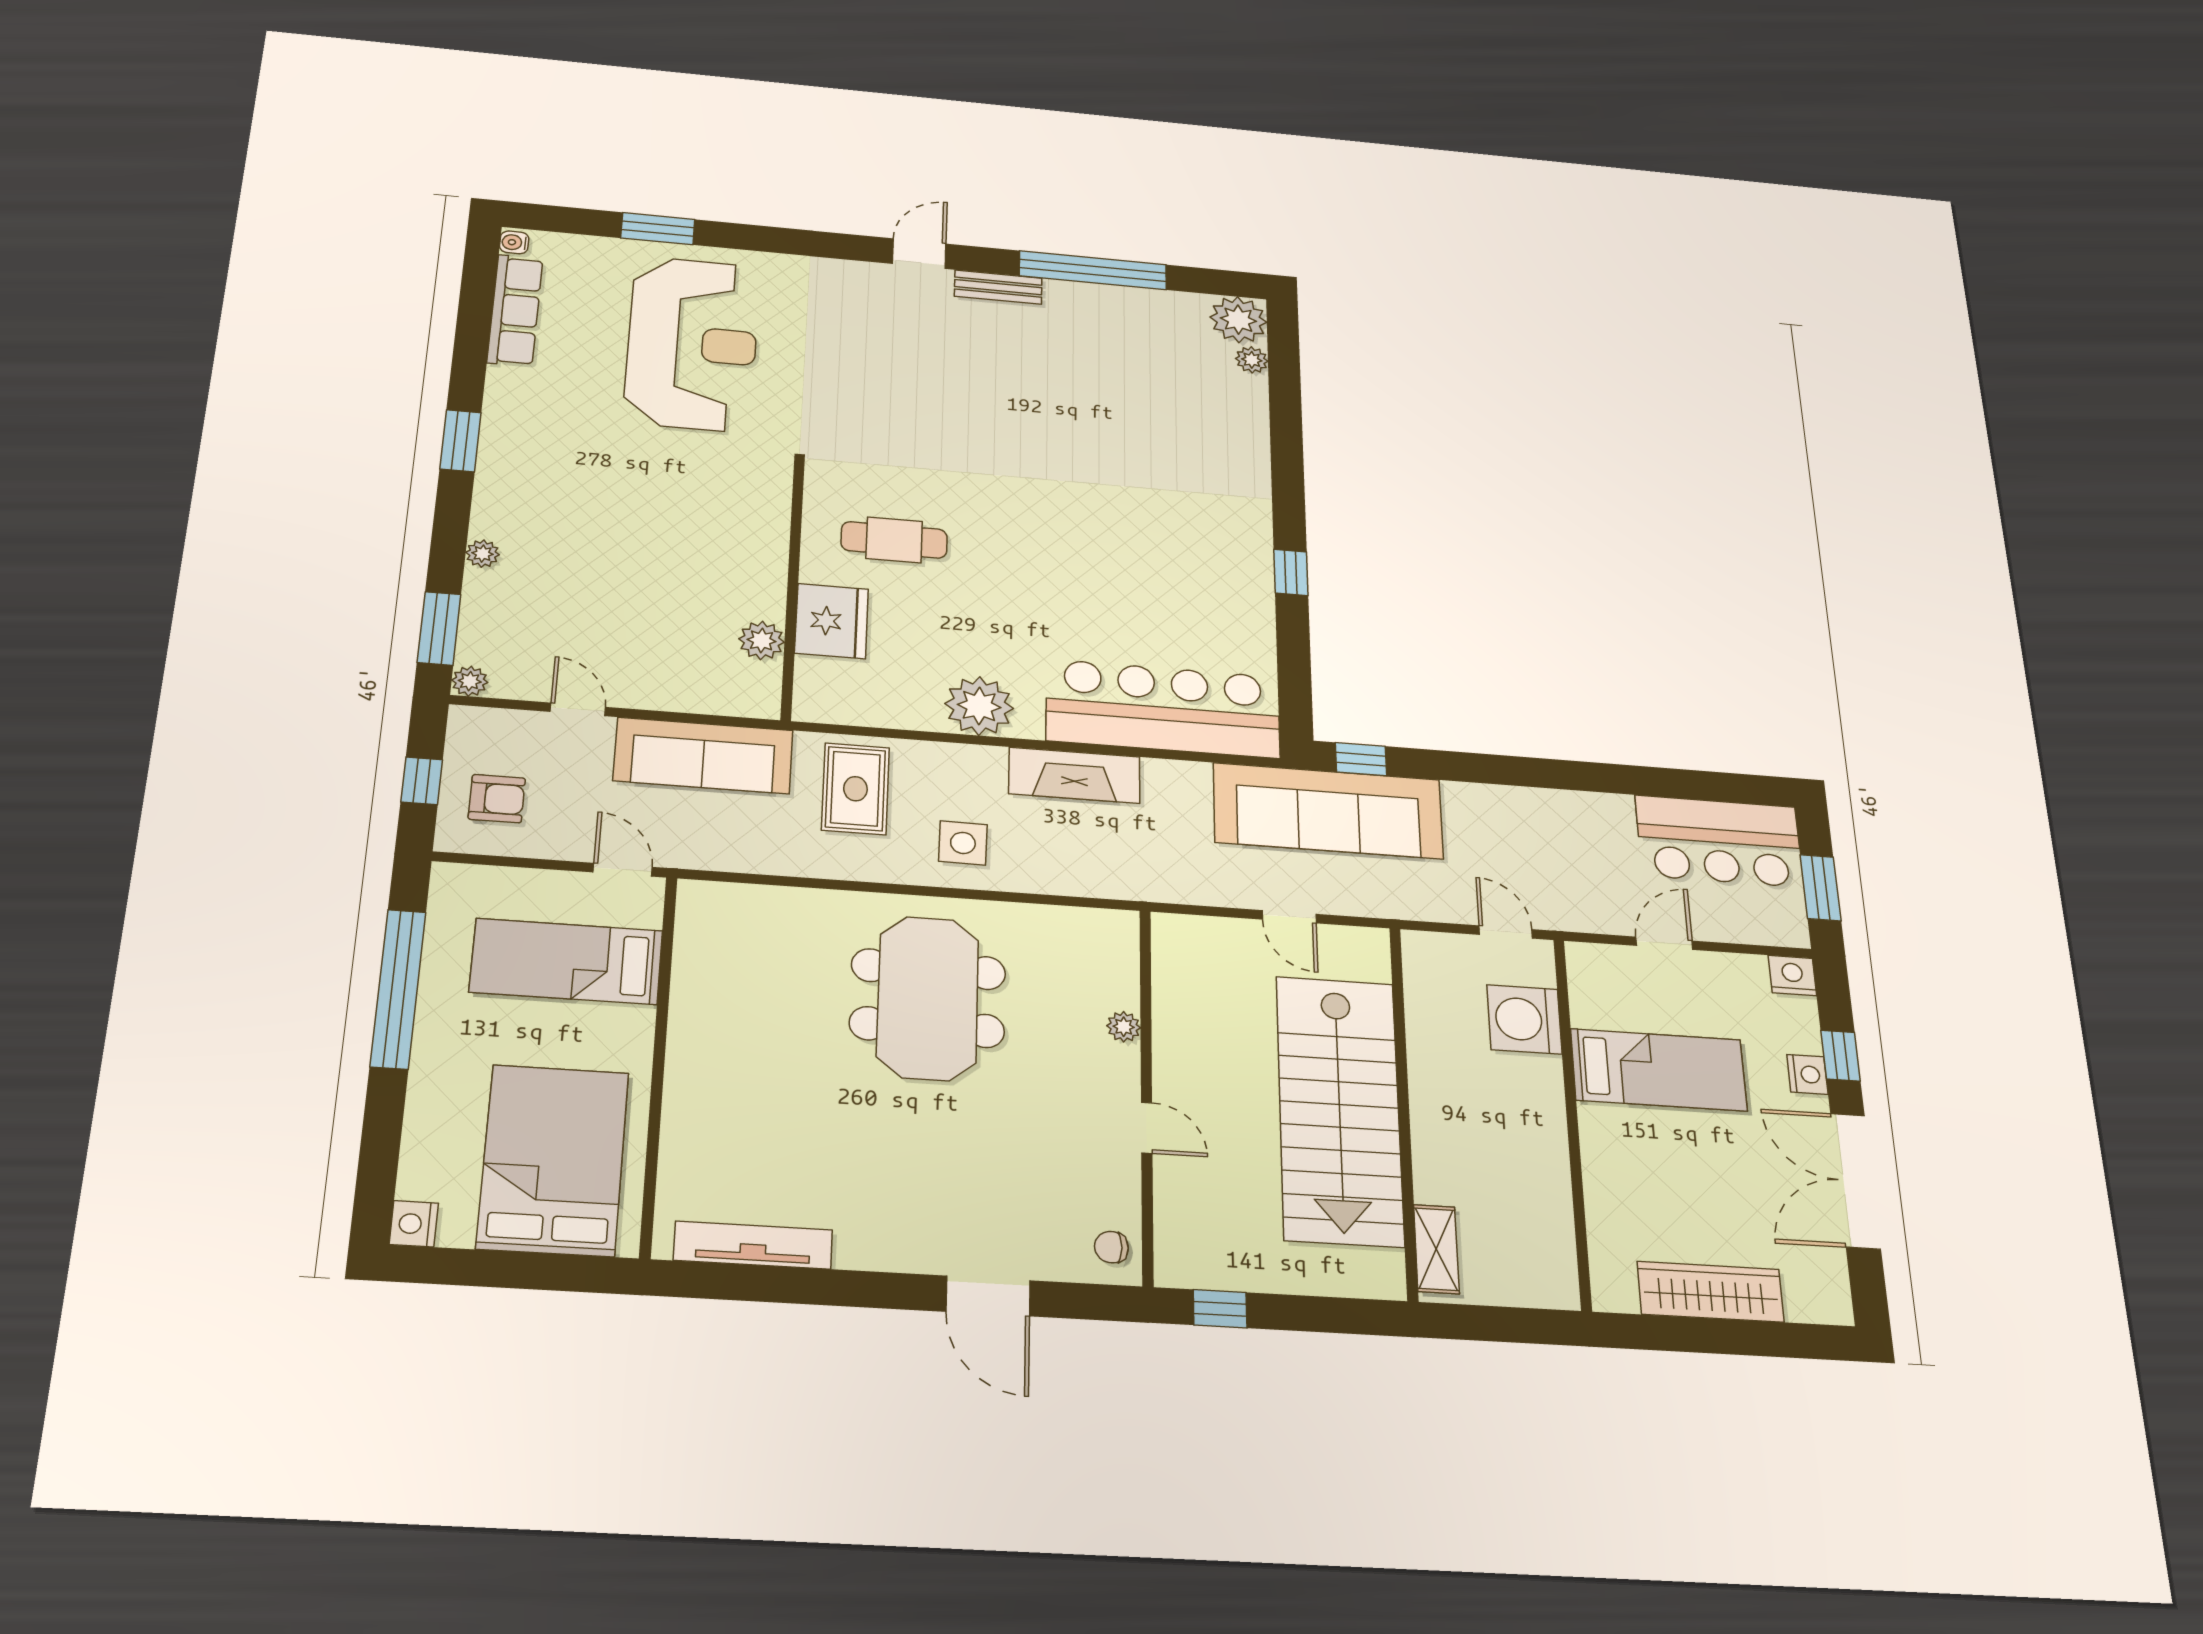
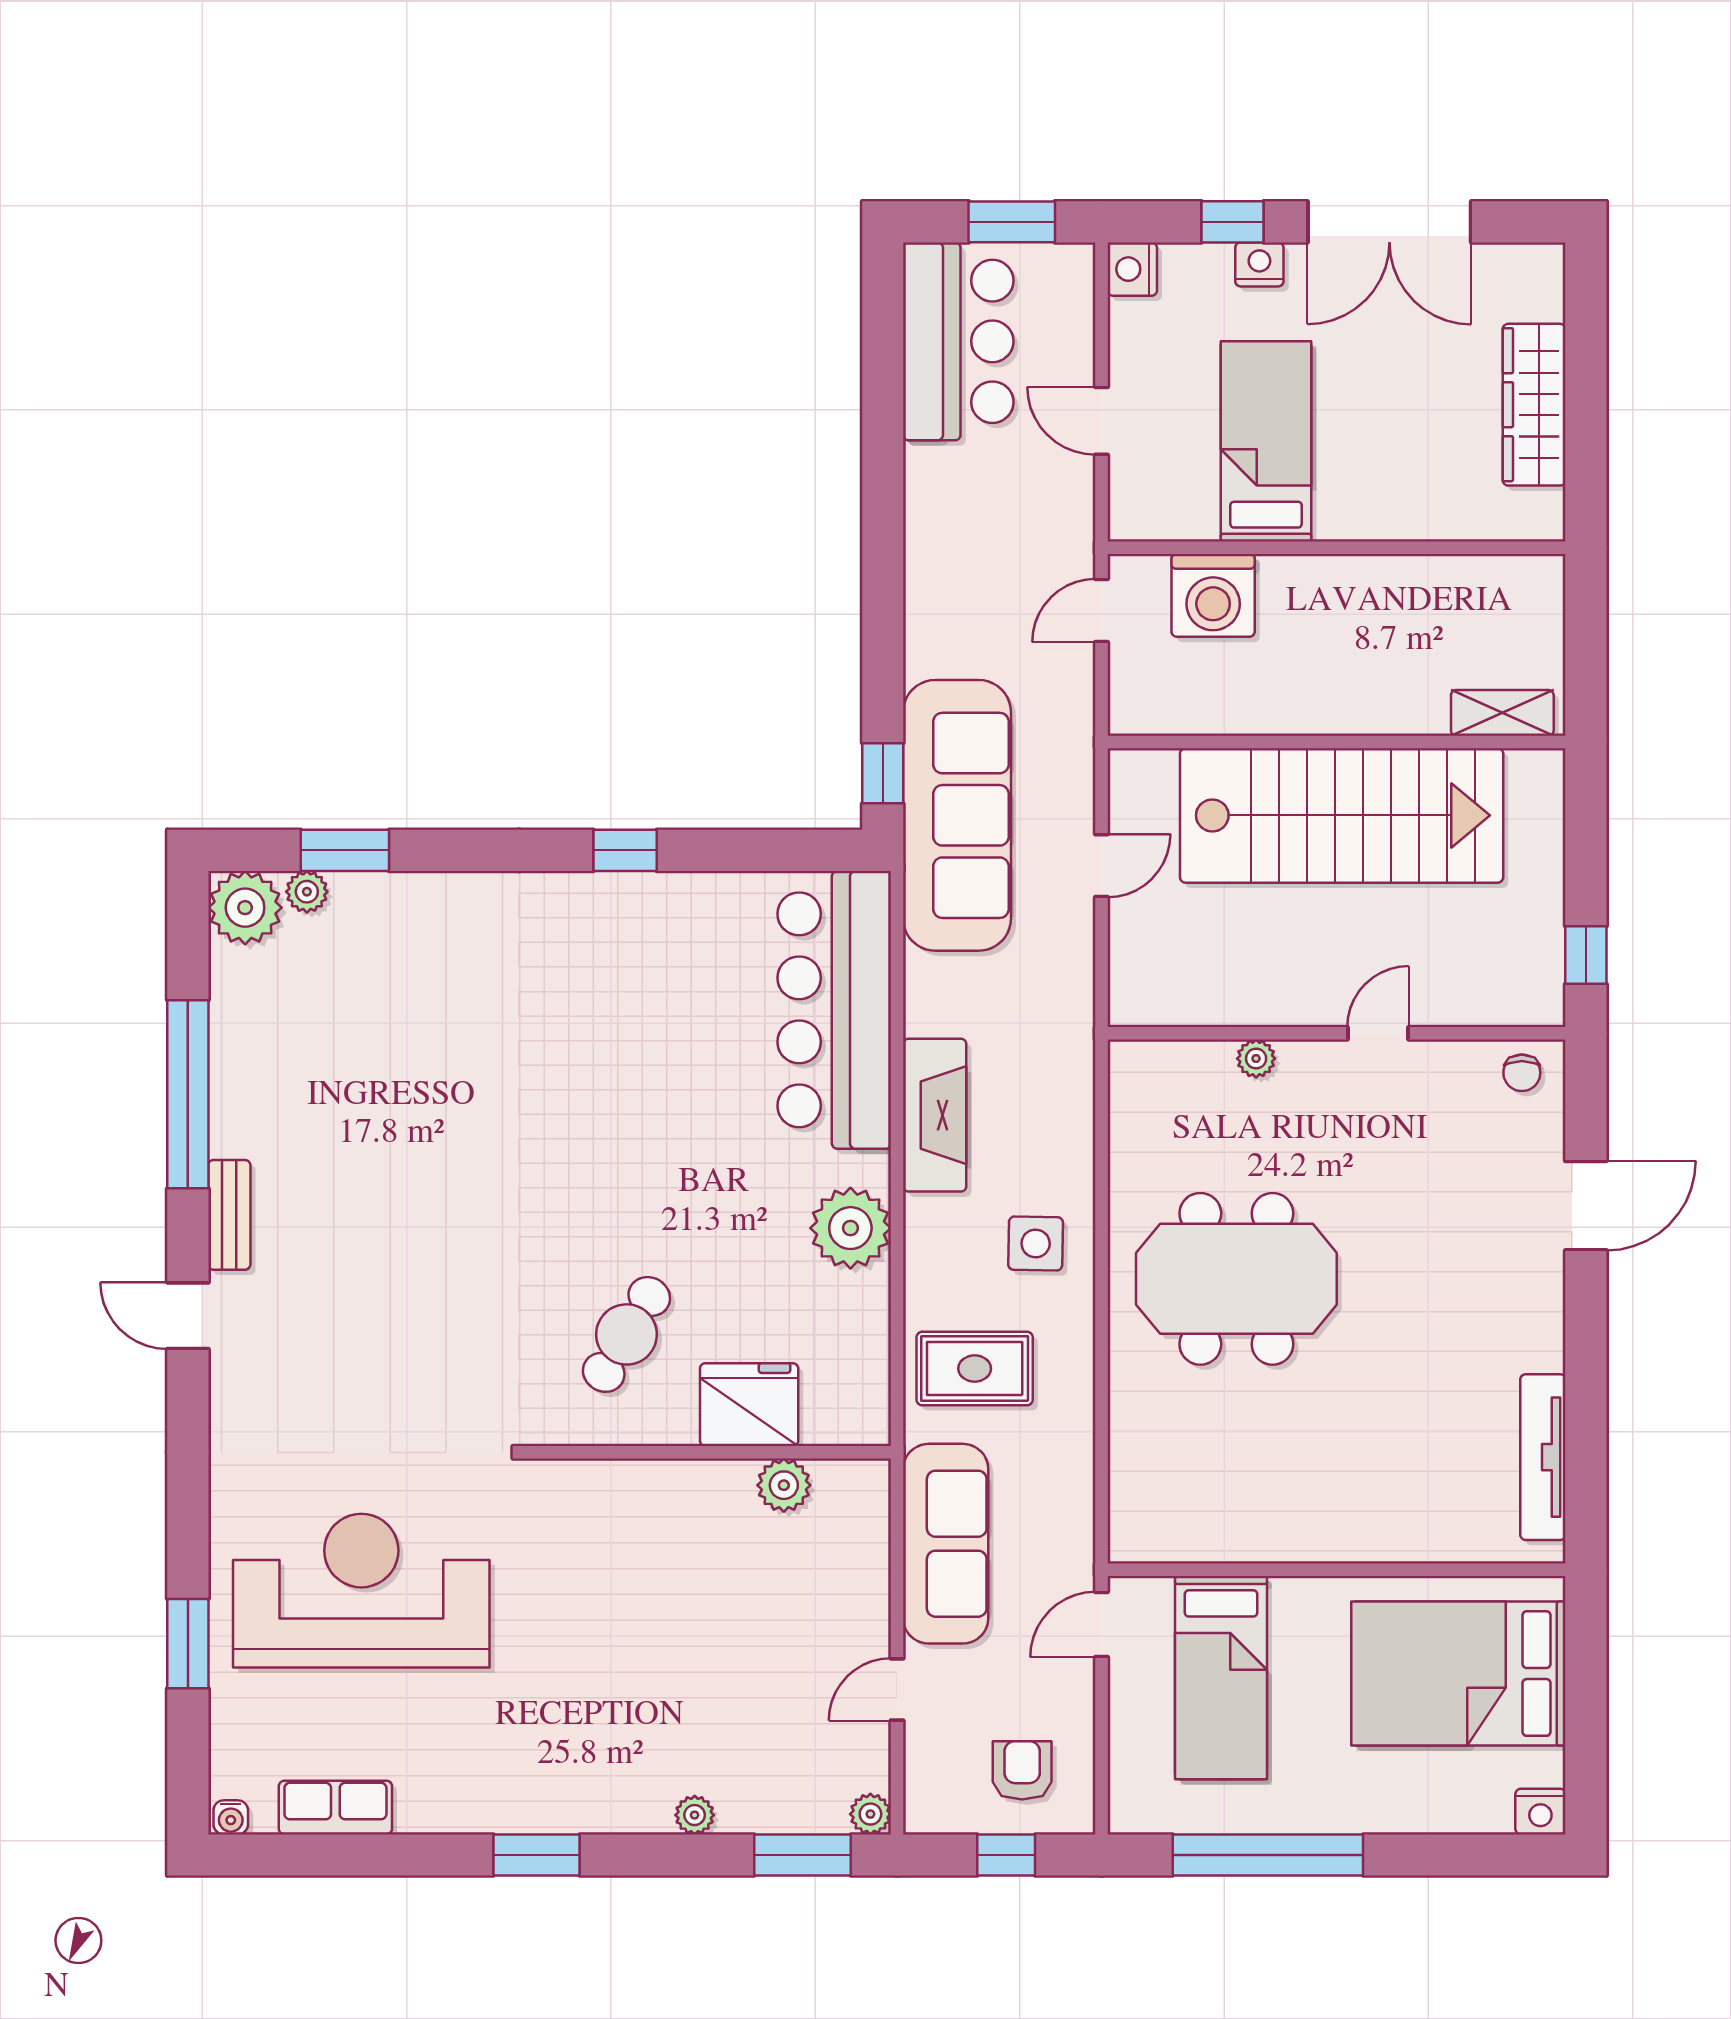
row of seats: (515, 310) -> (335, 1808), width x0.68
window: (1285, 387) -> (345, 850), added
cafe table: (894, 540) -> (626, 1334), turned 31

